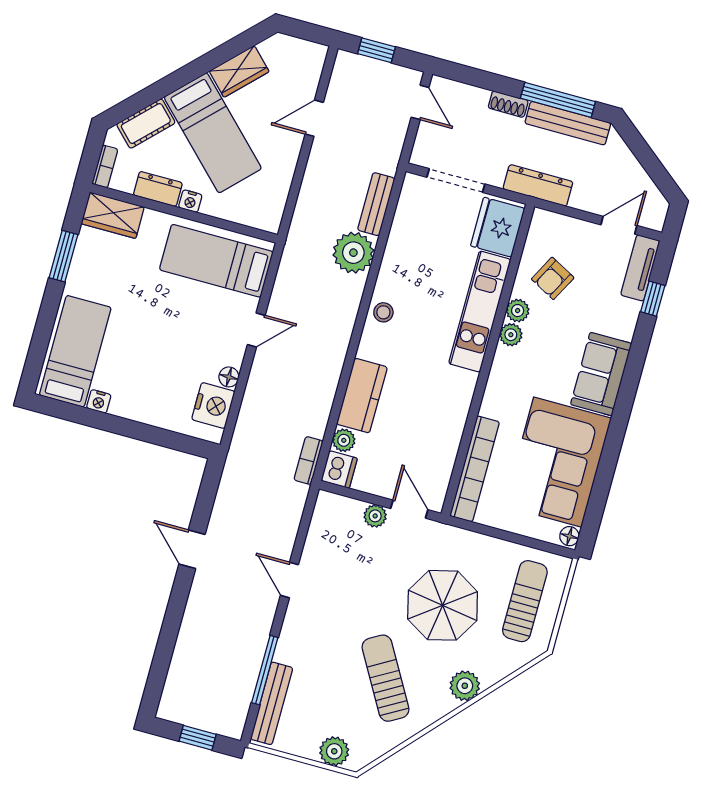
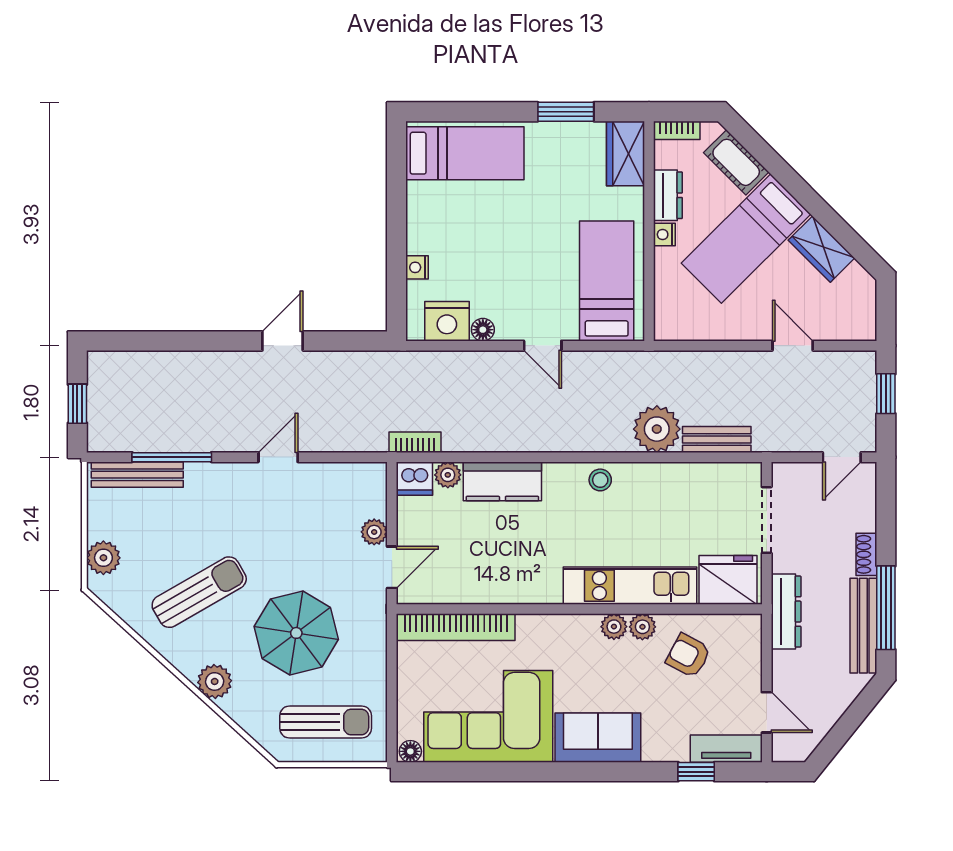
nightstand: (99, 401) -> (417, 267), moved

